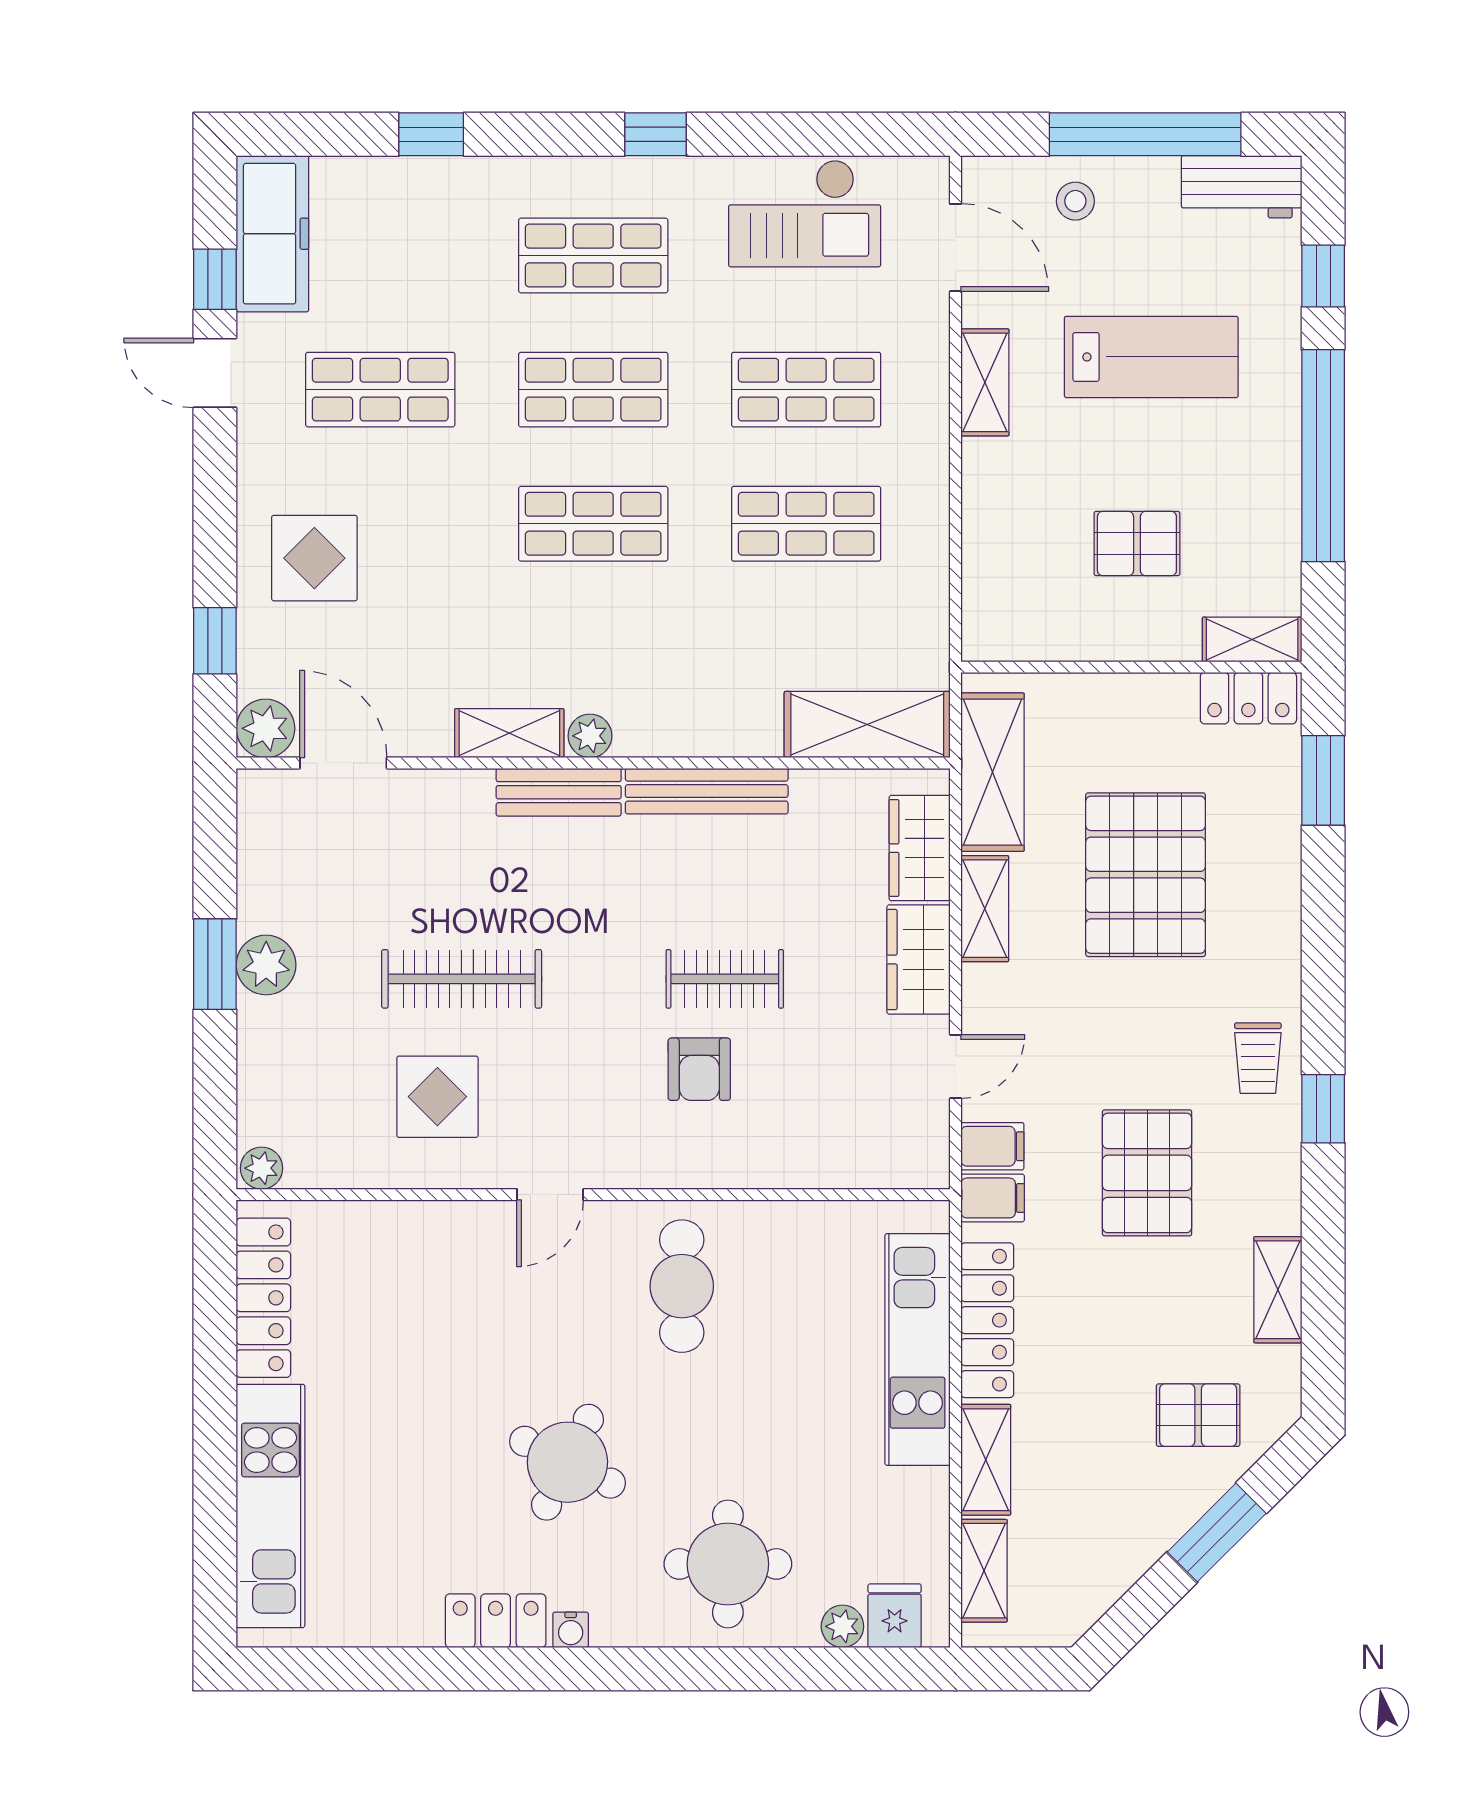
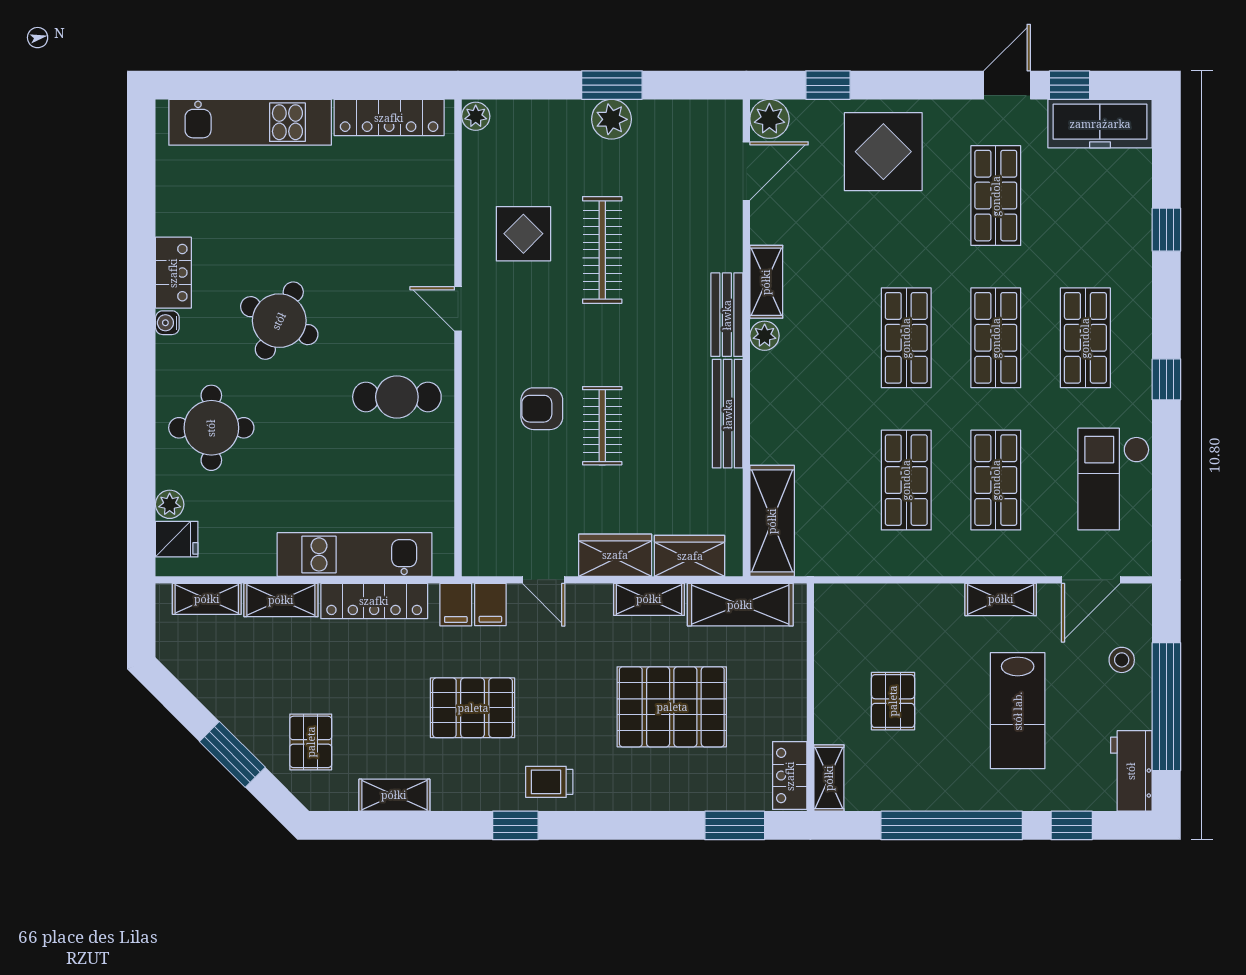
display table: (314, 558) -> (883, 152), width x1.36, depth x1.36

